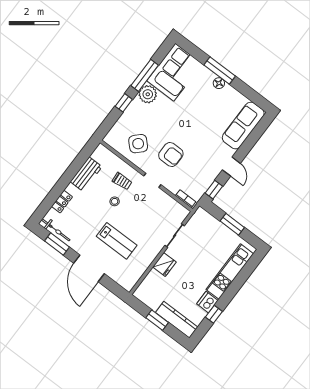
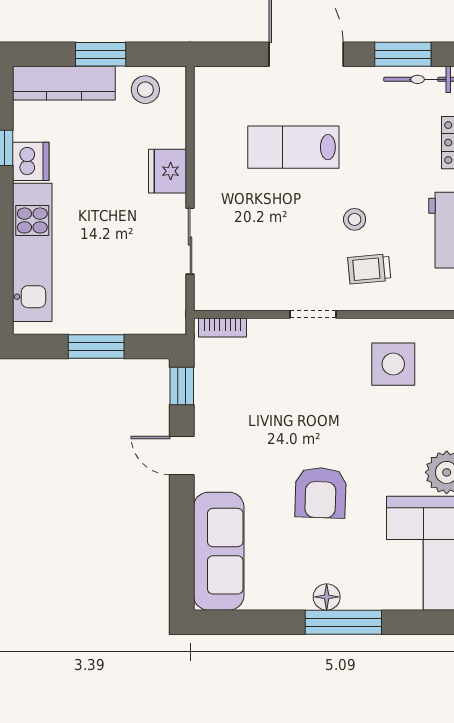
side table: (138, 144) -> (393, 364), turned 45
armchair: (171, 154) -> (321, 493), moved, turned -88
stool: (151, 297) -> (145, 90), added

